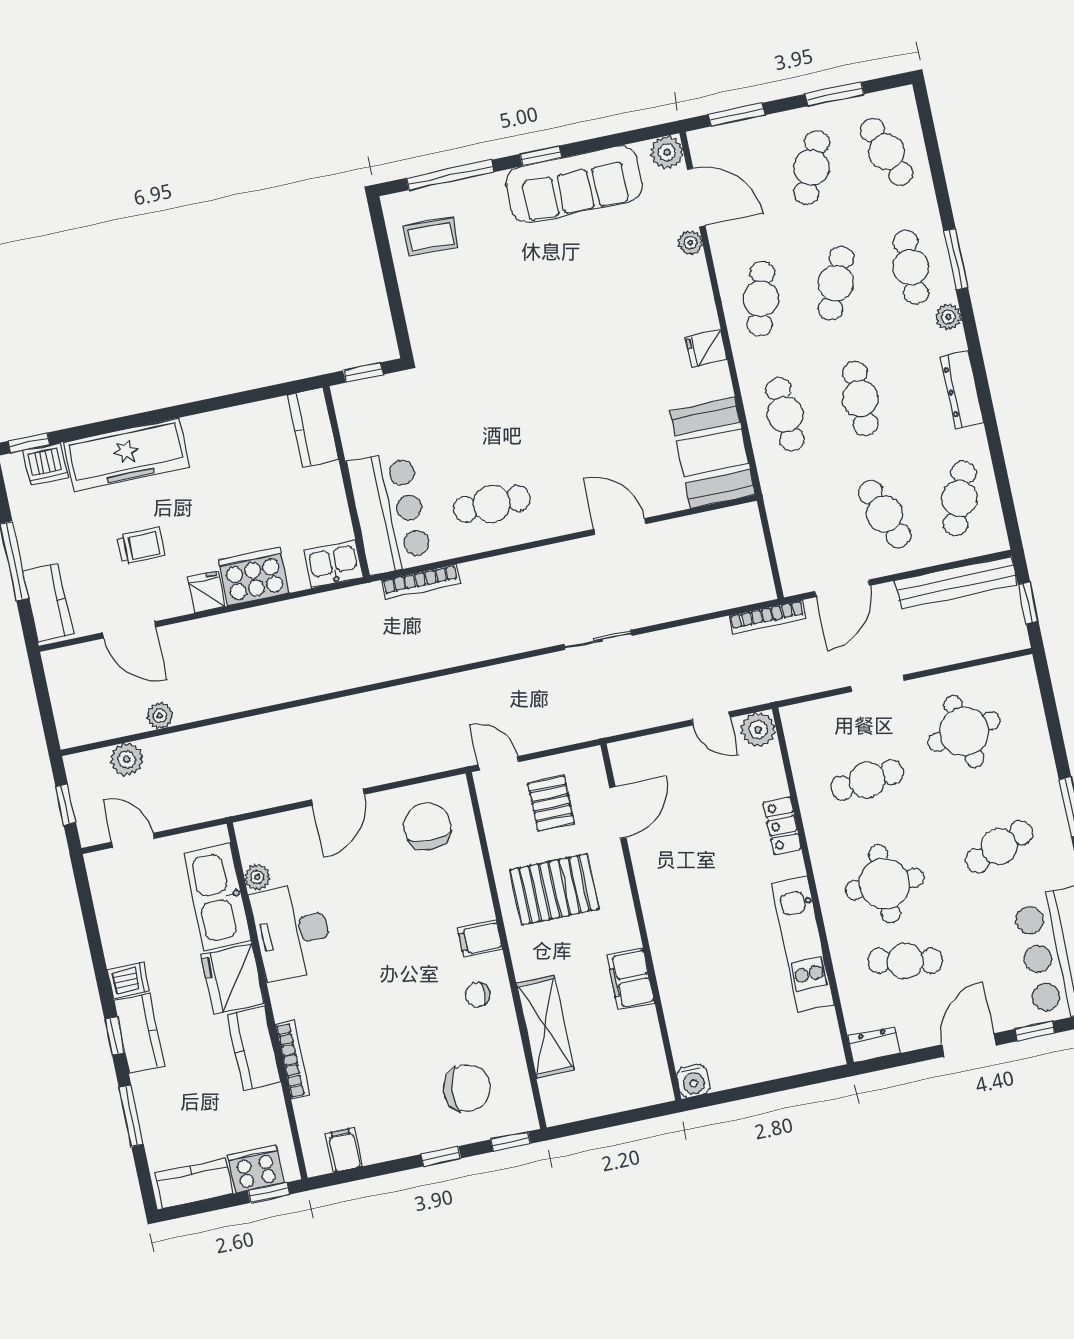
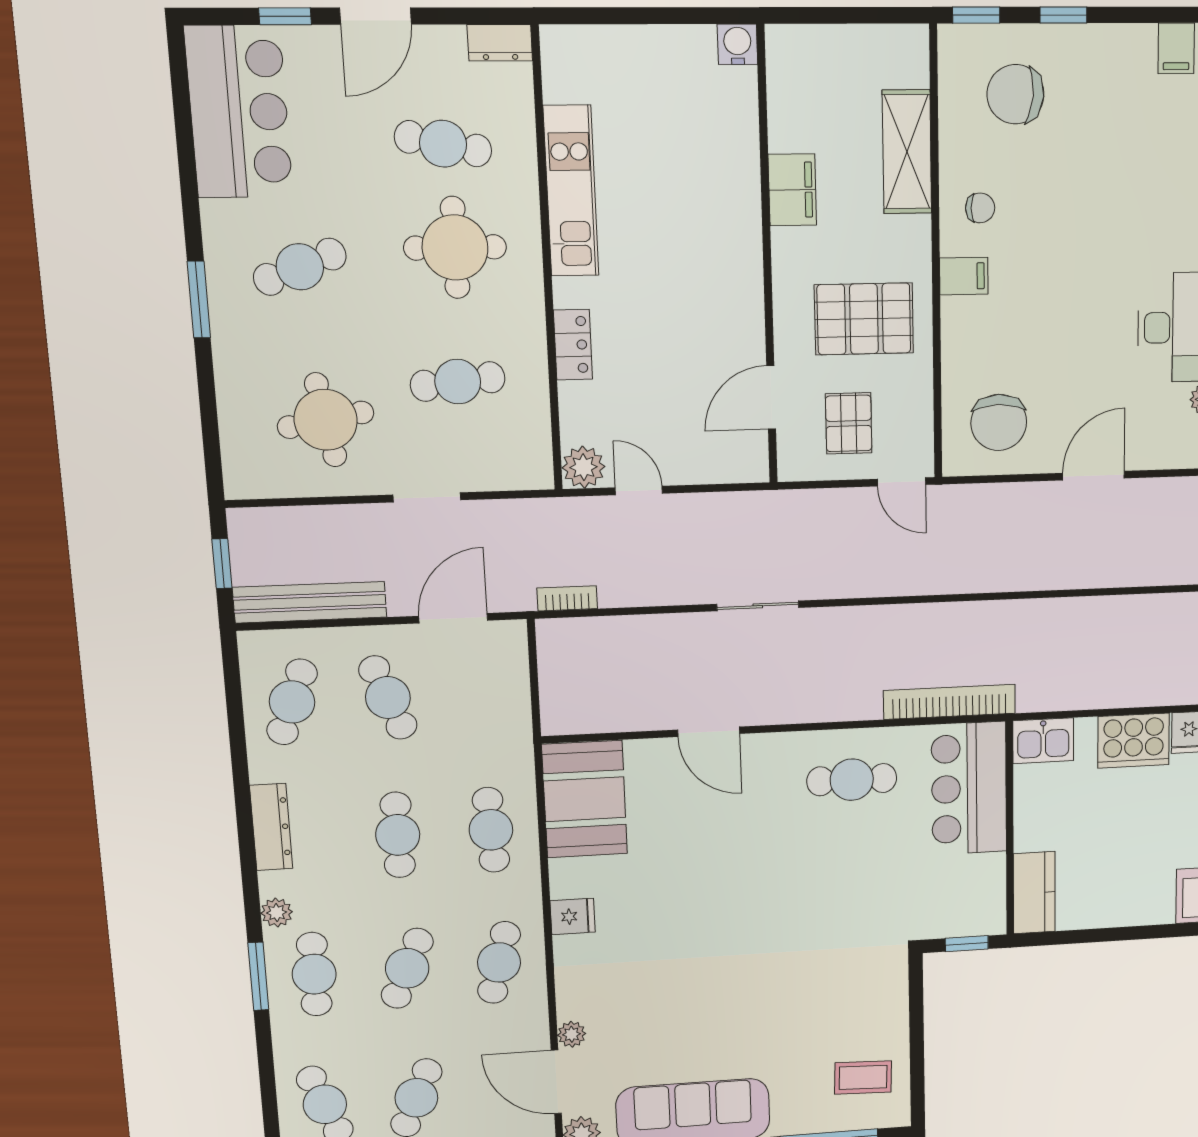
bookcase: (421, 582) -> (950, 702), width x1.48, depth x1.31
bookcase: (767, 617) -> (567, 598), width x0.64

